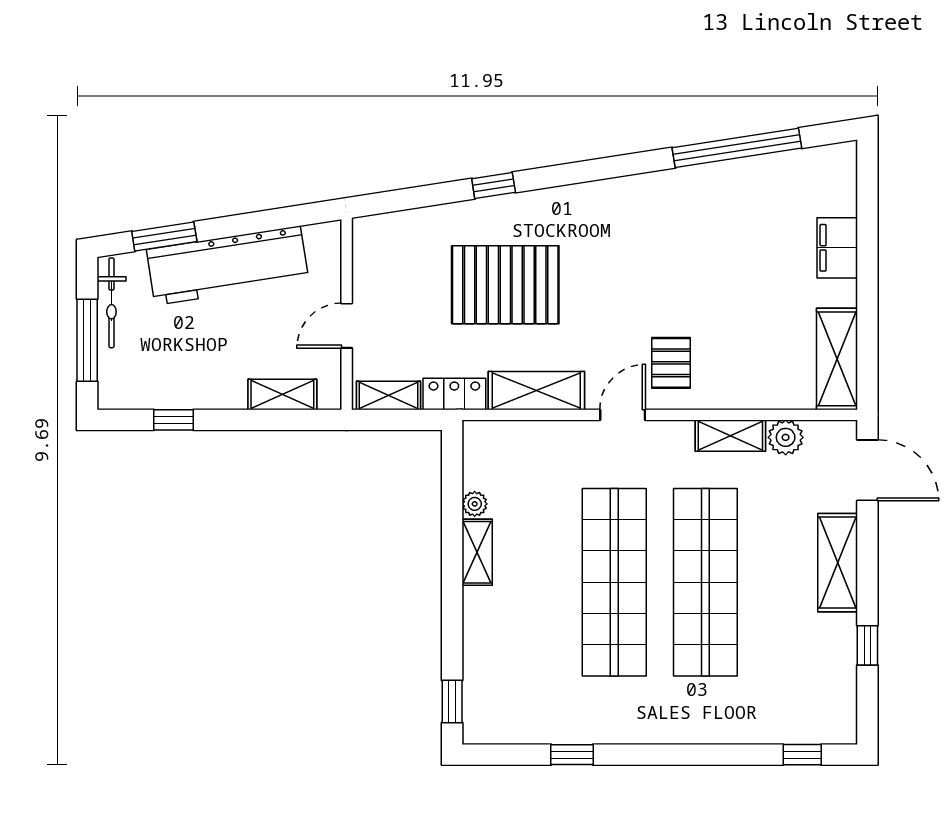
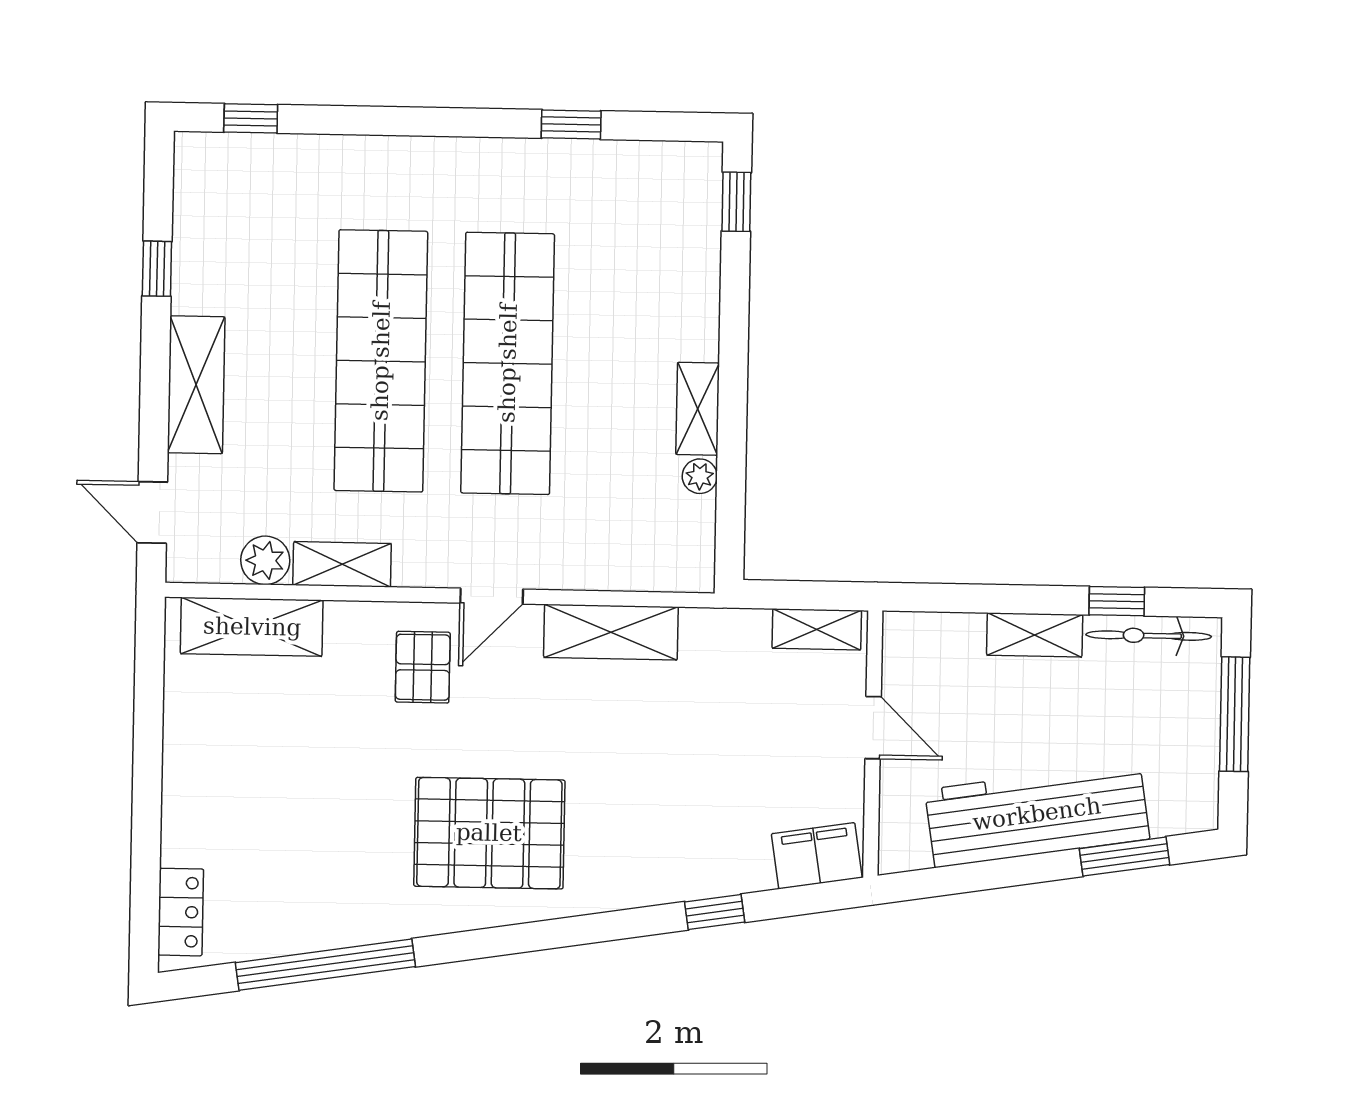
window: (494, 186) -> (715, 912), moved
filing cabinet: (837, 248) -> (817, 856), moved, turned -99
pallet: (505, 285) -> (489, 833), moved
bicycle: (111, 303) -> (1149, 636), moved, turned -90
door: (347, 326) -> (873, 728), hinge flipped
shelving: (837, 359) -> (252, 627), moved, turned 90
shelving: (282, 394) -> (1035, 635), moved
locker: (454, 394) -> (181, 912), moved, turned -90
door: (867, 470) -> (152, 513), width x0.73

